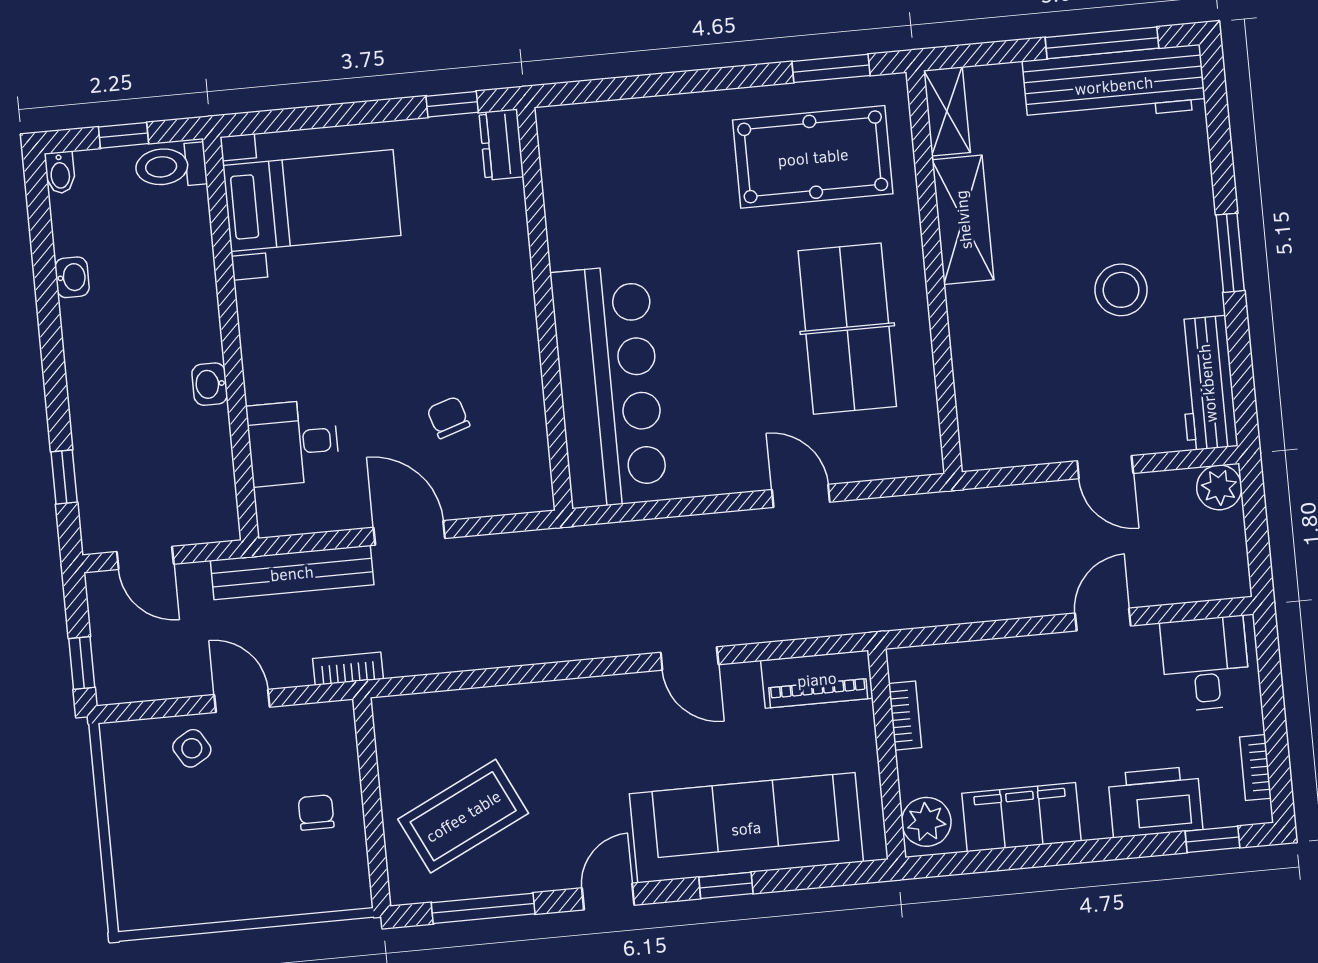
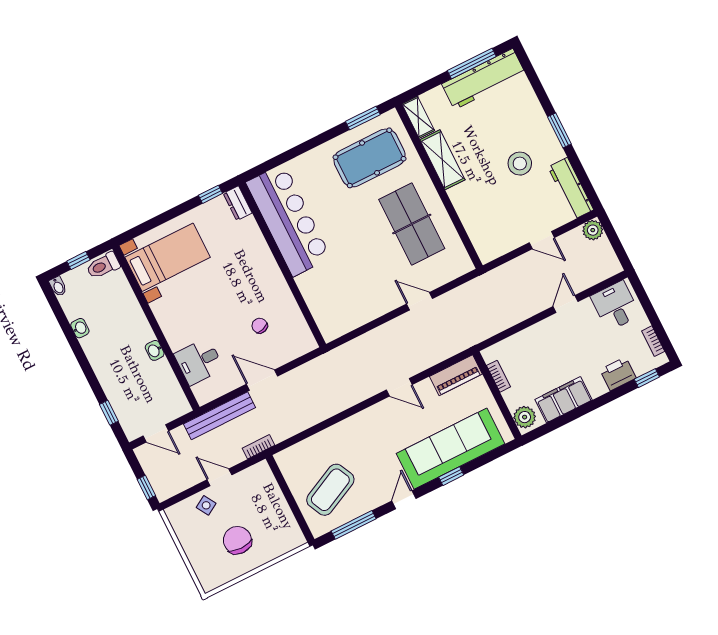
bar counter: (609, 386) -> (288, 220), moved
printer: (1155, 802) -> (618, 374), width x0.73, depth x0.84
chair: (316, 812) -> (237, 540), moved, width x1.87, depth x1.87

